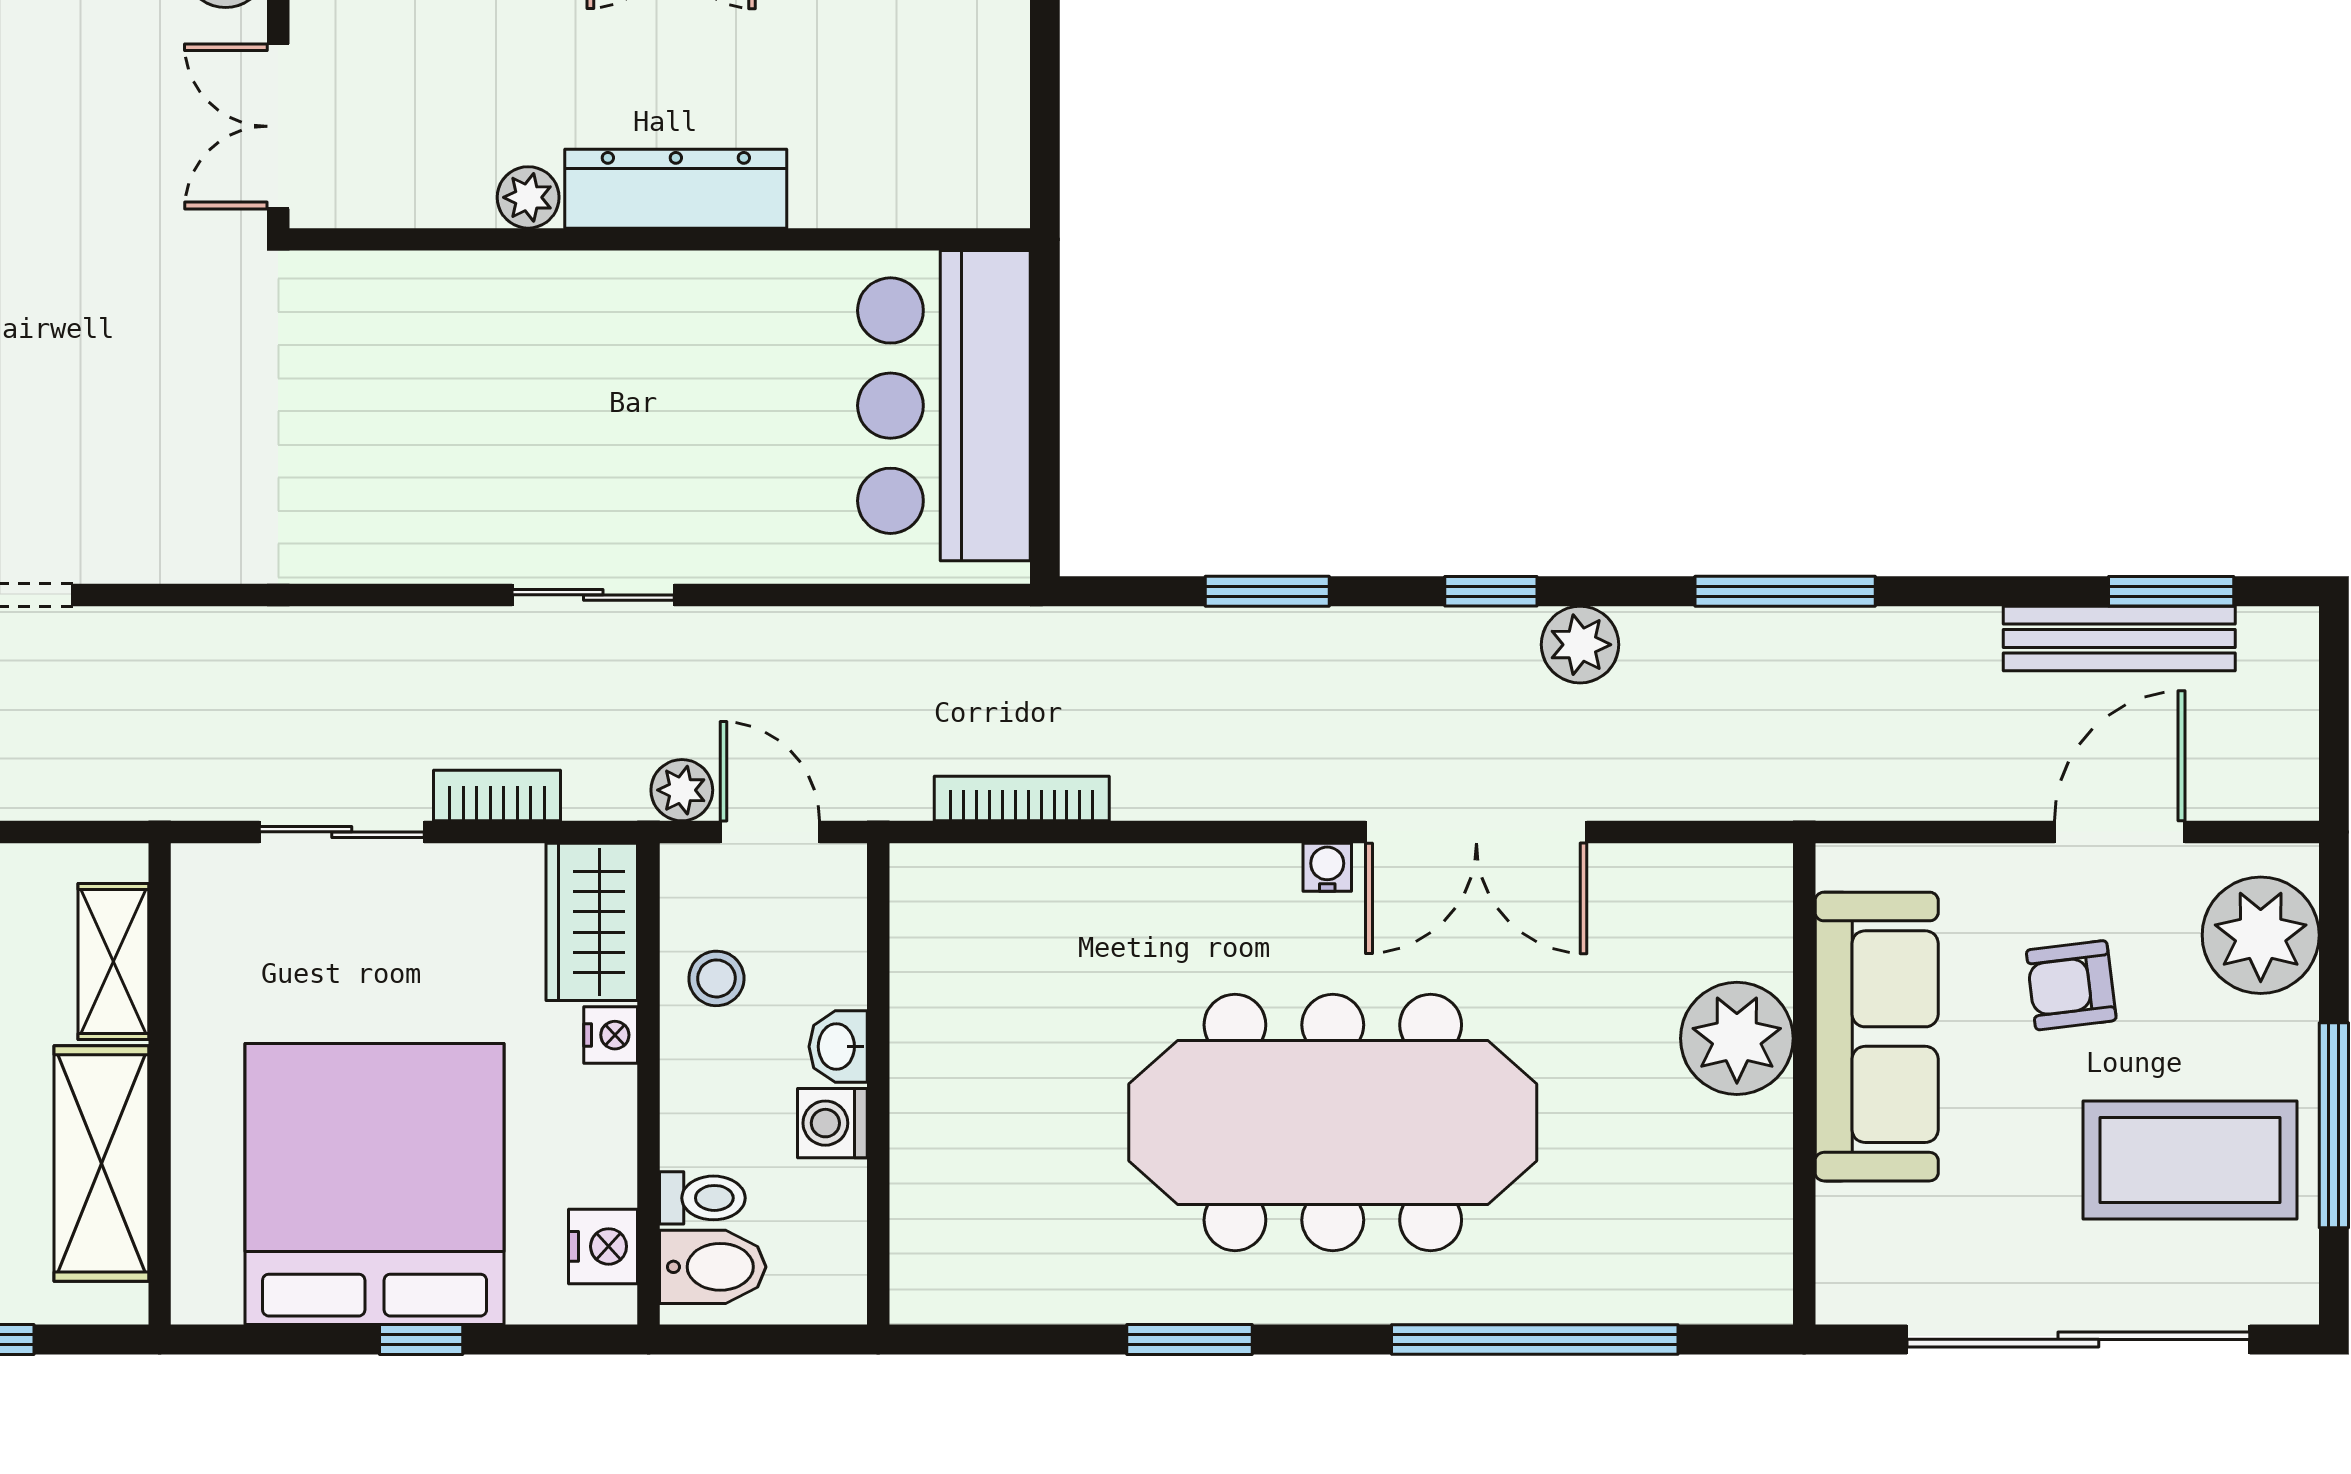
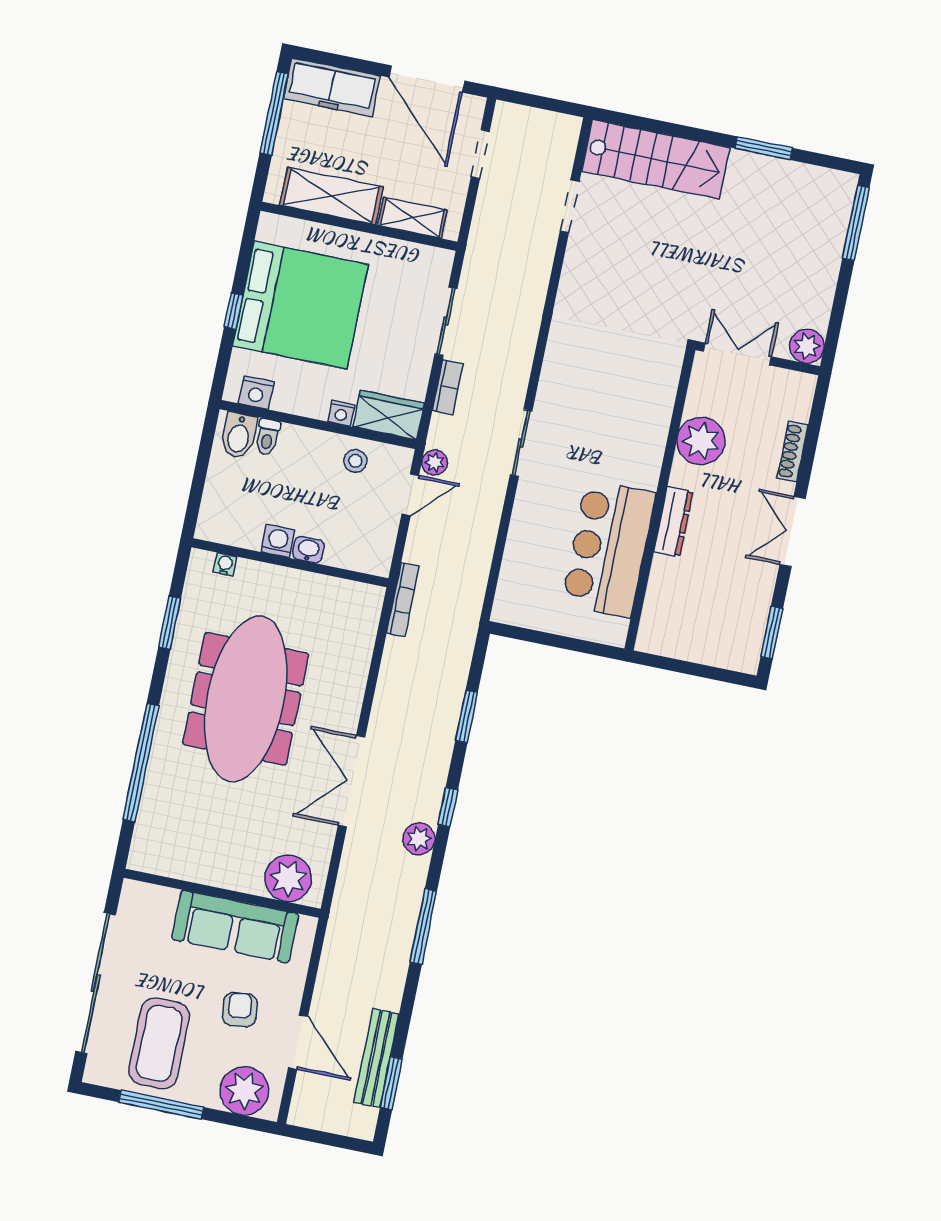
dresser: (676, 189) -> (673, 522), width x0.73, depth x0.80
plant: (528, 197) -> (701, 441), width x1.87, depth x1.87
bar counter: (944, 406) -> (609, 549), moved, turned -90
water cooler: (1327, 867) -> (225, 564), moved, turned -90
plant: (1737, 1038) -> (288, 878), moved
washbasin: (838, 1047) -> (308, 550), moved
wall: (878, 1084) -> (290, 563), moved
washing machine: (832, 1123) -> (278, 541), moved

